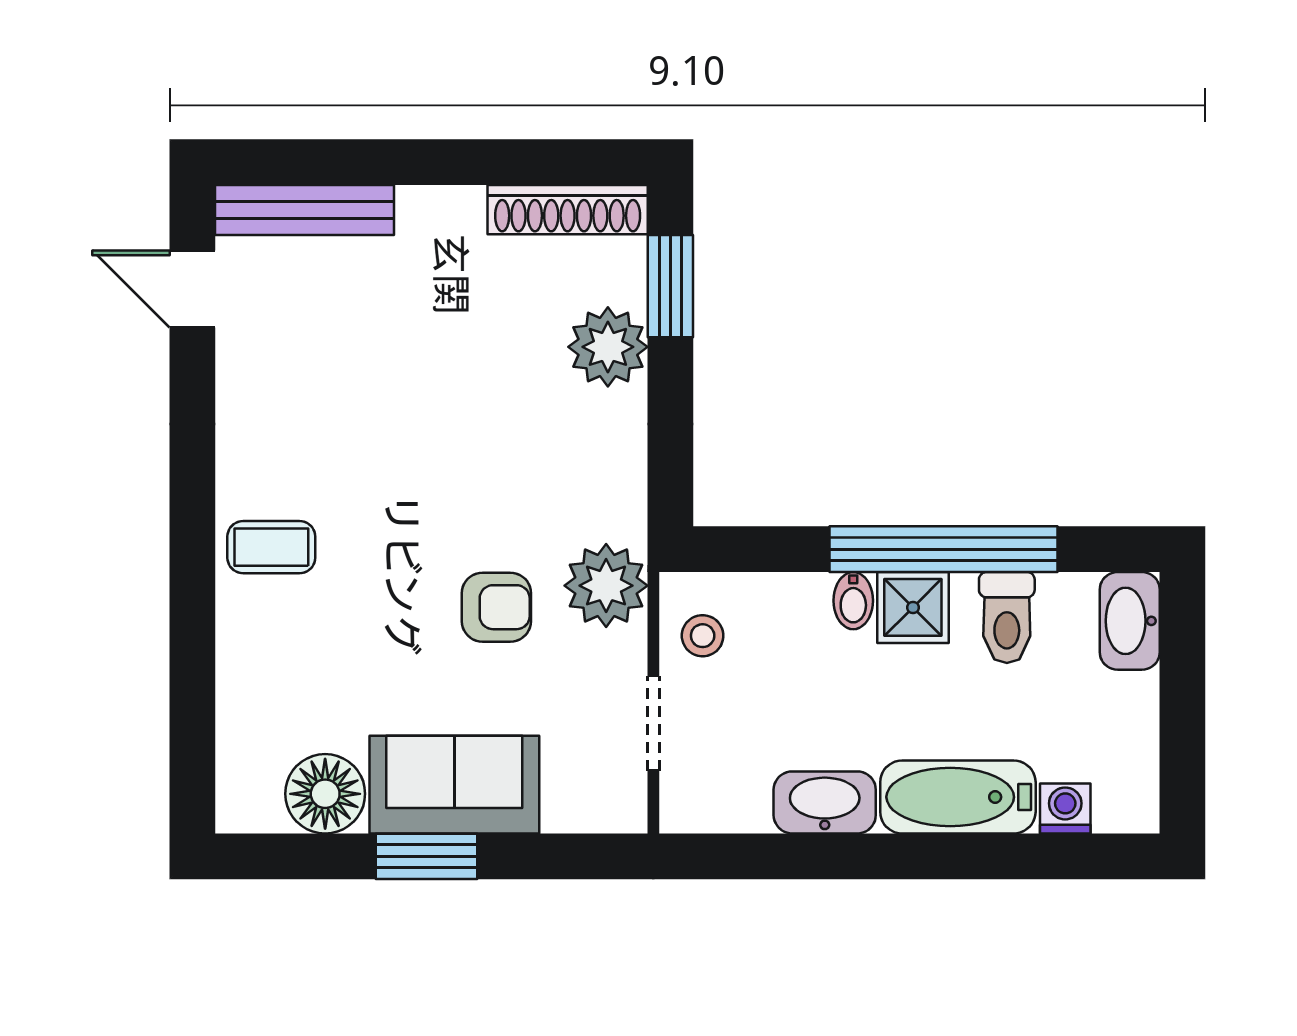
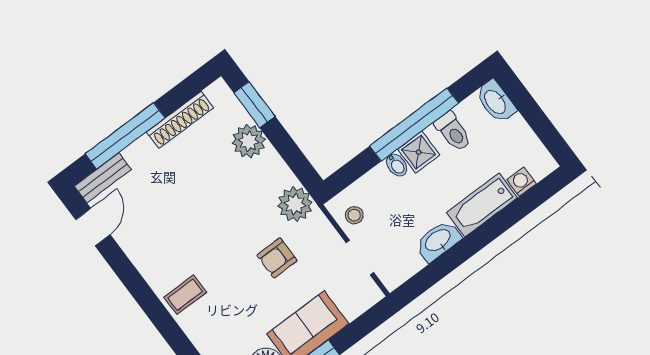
window: (382, 162) -> (125, 136), added
bench: (305, 210) -> (103, 178), width x0.73
shoe rack: (568, 210) -> (180, 120), moved
door: (192, 289) -> (93, 227), swing flipped
plant: (606, 586) -> (295, 204), moved
armchair: (496, 607) -> (277, 258), turned 180

